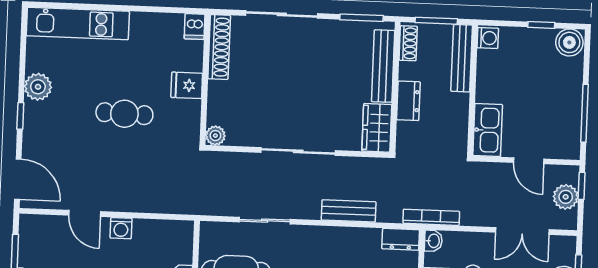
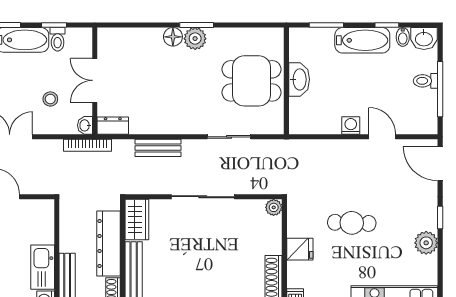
dresser: (408, 101) -> (109, 244), width x1.96, depth x1.24
kitchen sink: (488, 130) -> (43, 267), moved

